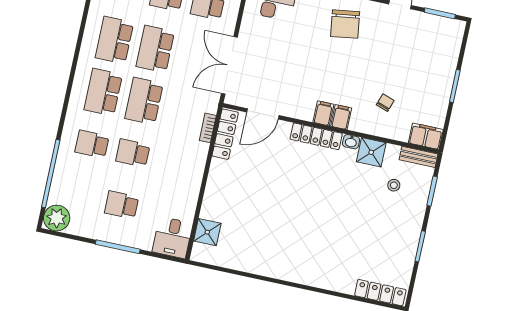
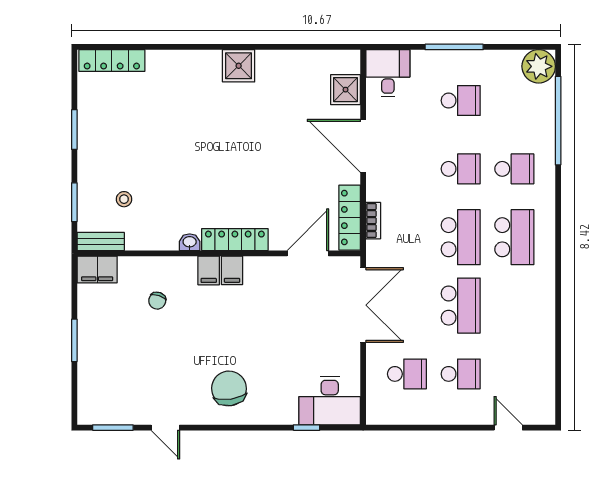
school desk: (114, 40) -> (514, 306), removed
shower: (371, 152) -> (239, 66), moved
door: (203, 186) -> (363, 146), added

